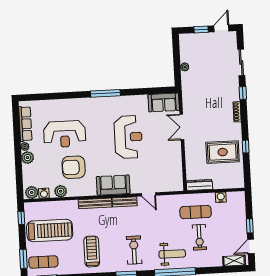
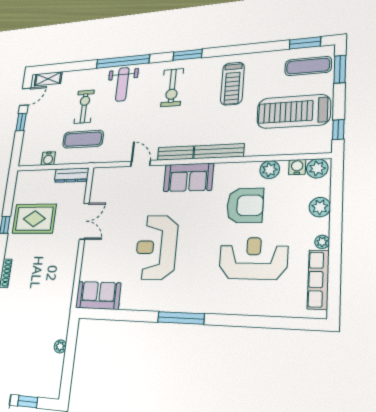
double door: (182, 127) -> (84, 221), moved
plant: (28, 158) -> (320, 207), moved
weight bench: (172, 254) -> (122, 84), turned -90

